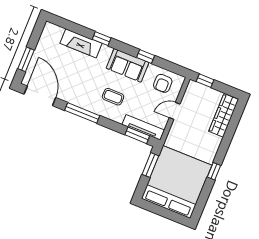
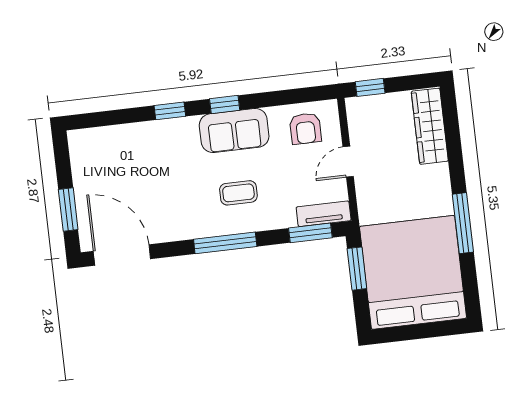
fireplace: (81, 43) -> (141, 136), removed
window: (146, 56) -> (225, 104), moved
window: (82, 113) -> (225, 243), moved
tv unit: (143, 127) -> (324, 214), width x0.71
window: (214, 171) -> (463, 223), width x2.17

